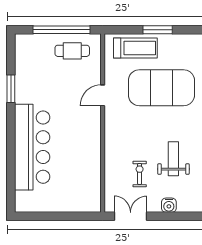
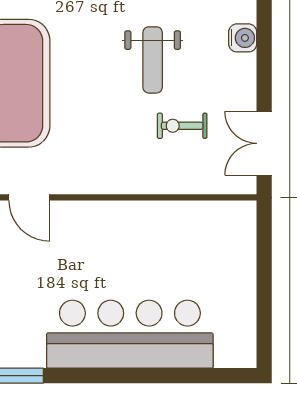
weight bench: (173, 159) -> (153, 60), turned -90
water cooler: (169, 205) -> (243, 38), moved

